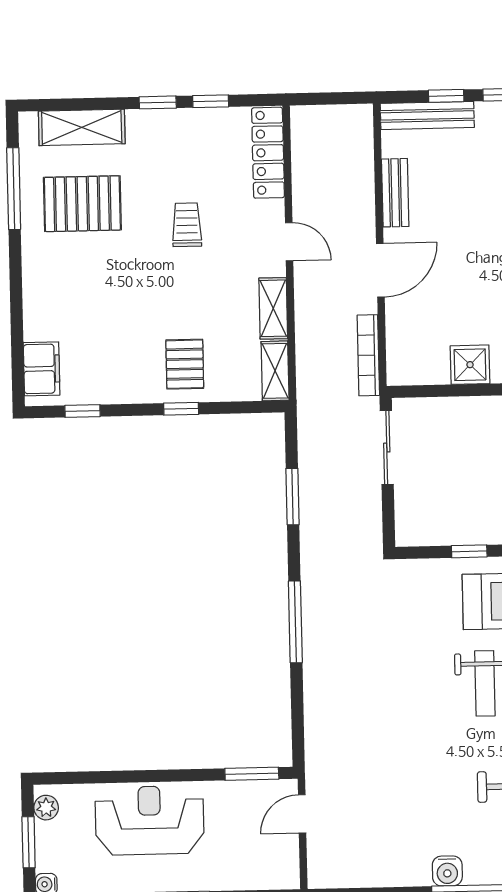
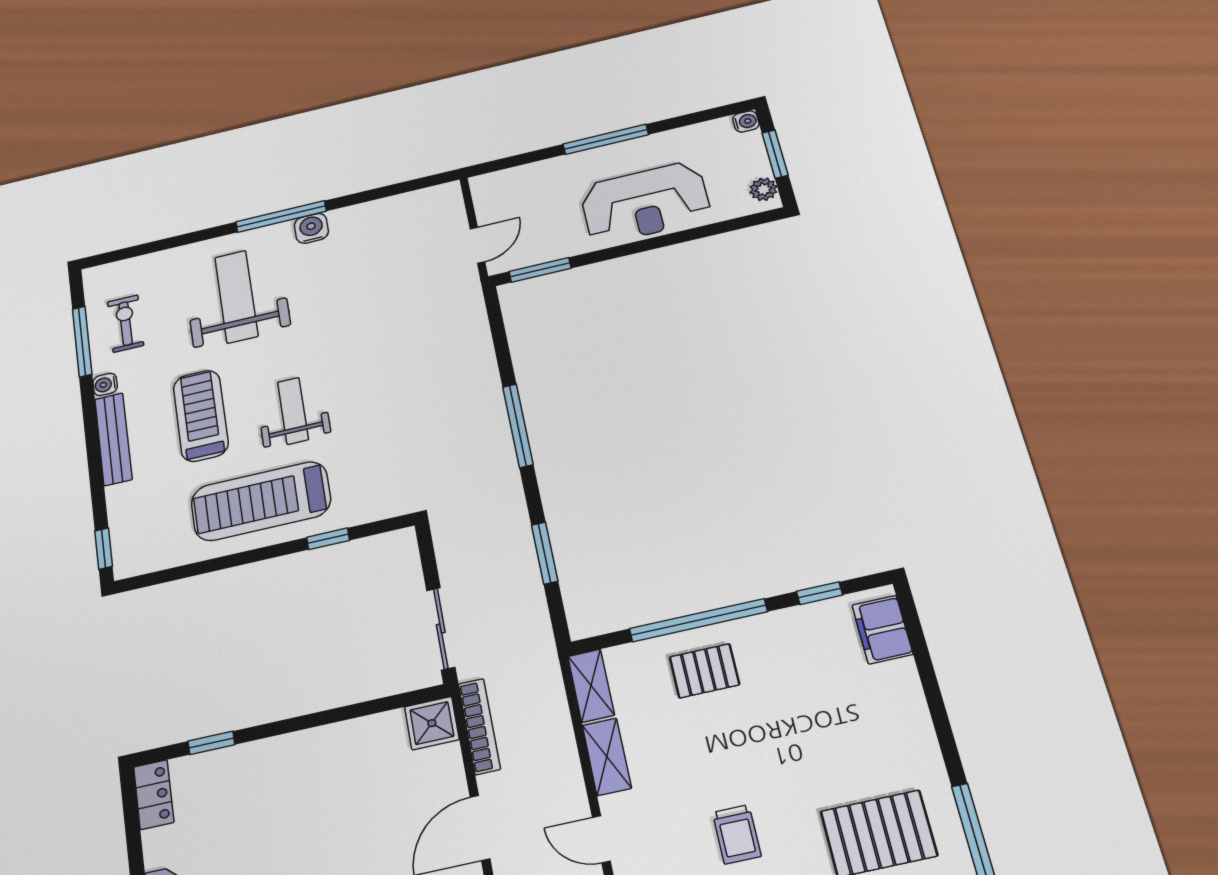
pallet: (185, 364) -> (704, 671), turned 90
shower: (470, 365) -> (432, 723), moved
window: (181, 409) -> (698, 620), width x3.17

